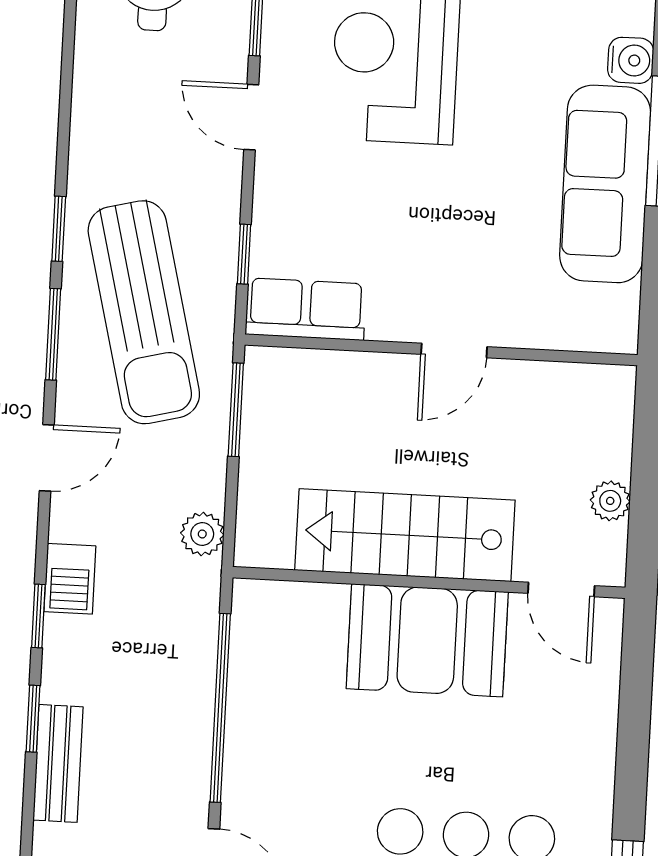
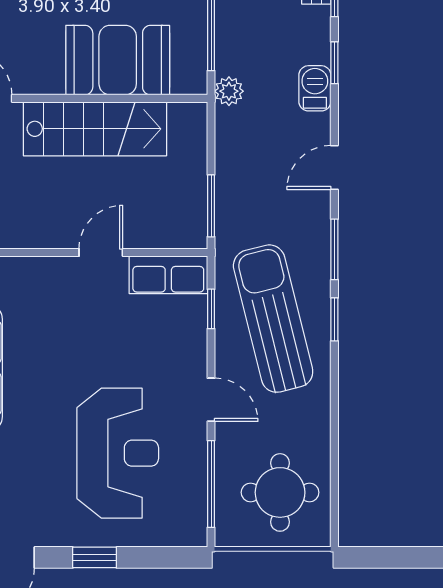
sun lounger: (144, 312) -> (273, 319), moved
door: (454, 351) -> (101, 253), moved
plant: (202, 534) -> (229, 91), moved
booth: (427, 640) -> (118, 60), moved

